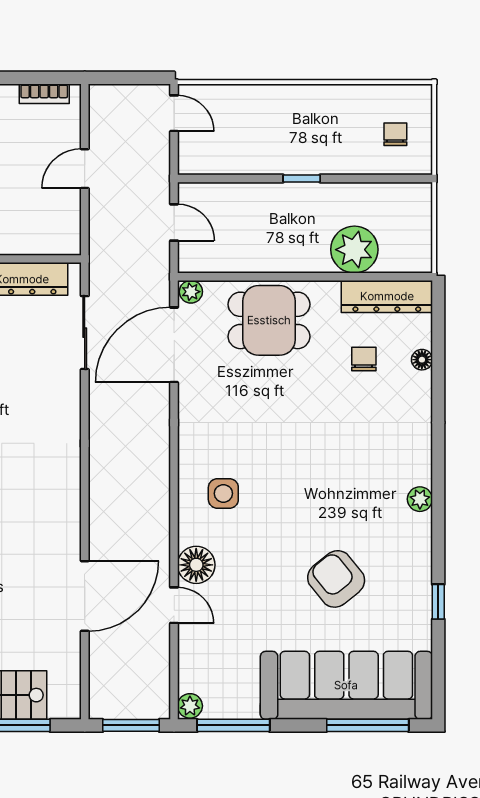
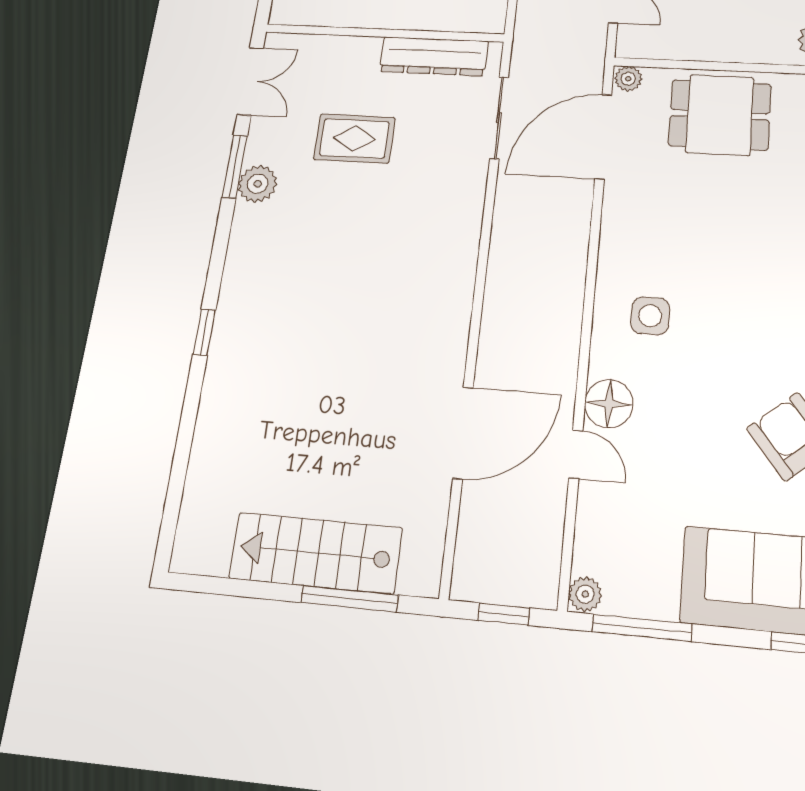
window: (131, 725) -> (504, 614), width x0.67

